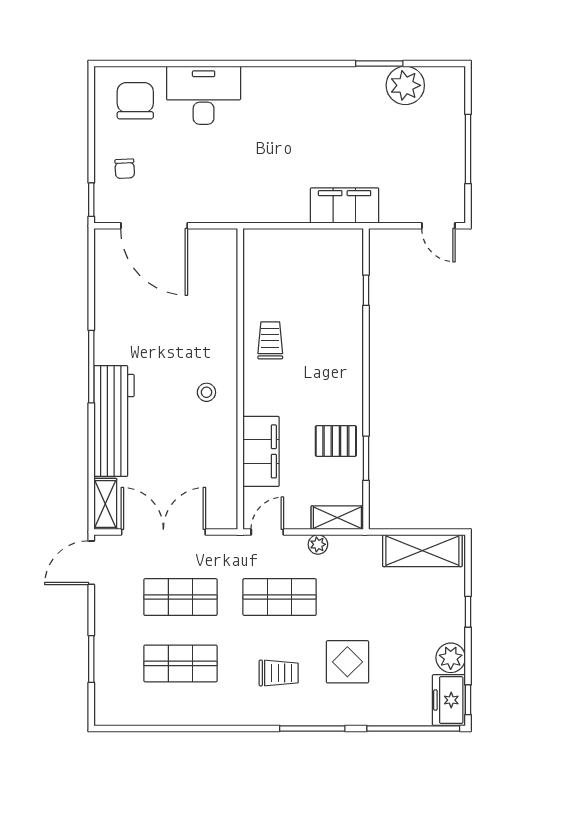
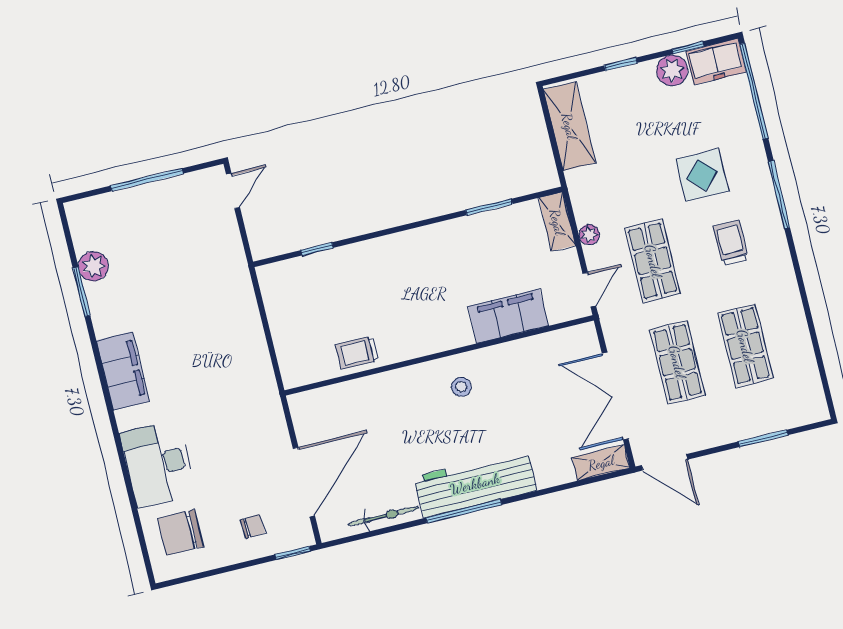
plant: (405, 85) -> (93, 266), width x0.73, depth x0.73
filing cabinet: (345, 206) -> (123, 371), moved, turned 180
bicycle: (105, 291) -> (383, 516), added
trolley: (270, 340) -> (357, 353), moved
workbench: (114, 421) -> (475, 484), moved
pallet: (336, 441) -> (479, 242), removed
door: (267, 532) -> (589, 290), swing flipped
window: (468, 700) -> (688, 48), moved

